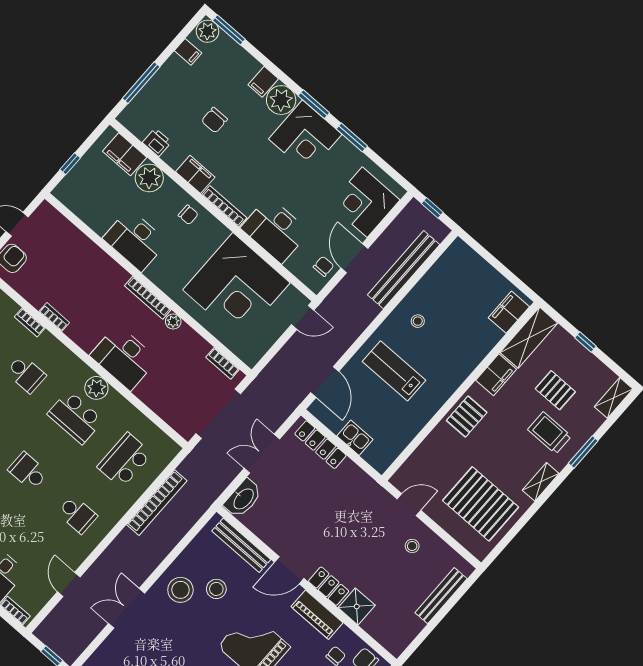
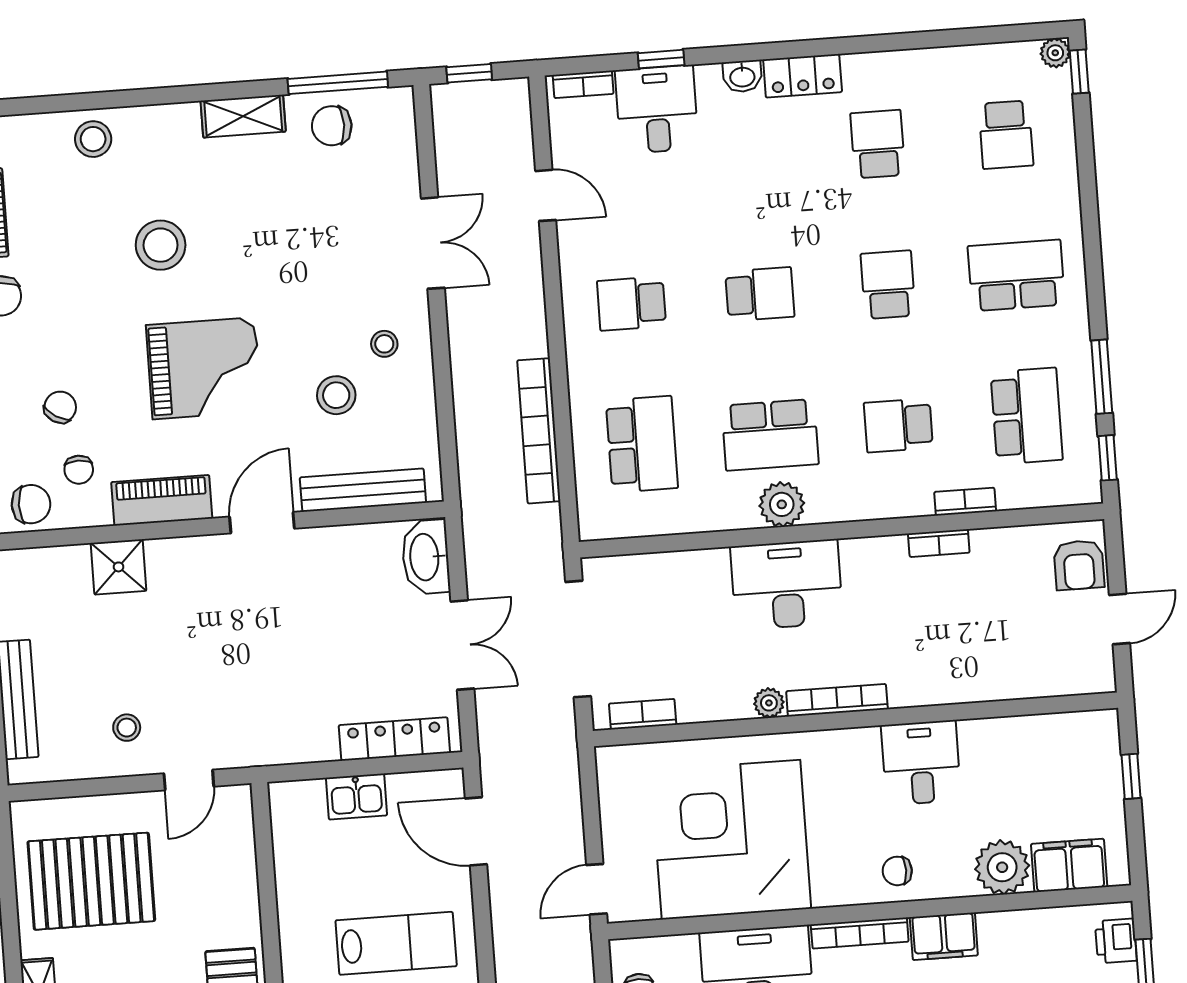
printer: (157, 142) -> (1116, 941), moved, turned 90
desk: (135, 240) -> (921, 763), width x0.73
school desk: (75, 417) -> (770, 435), turned 180
locker: (329, 586) -> (186, 556), removed
stool: (180, 590) -> (384, 344), width x0.53, depth x0.53

